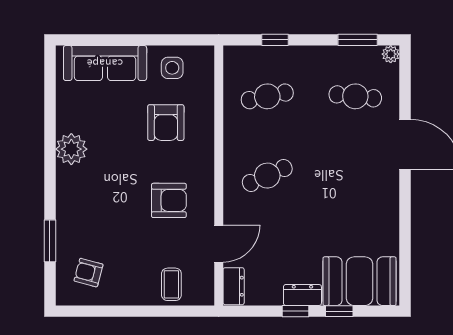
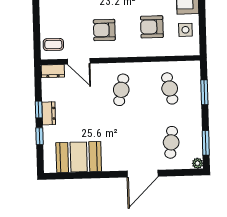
window: (275, 40) -> (204, 92), width x1.50
cafe table: (267, 176) -> (121, 90), turned 36
armchair: (169, 200) -> (104, 30), turned 90
booth: (359, 281) -> (79, 157), moved, turned 90
coffee table: (171, 284) -> (53, 44), moved

